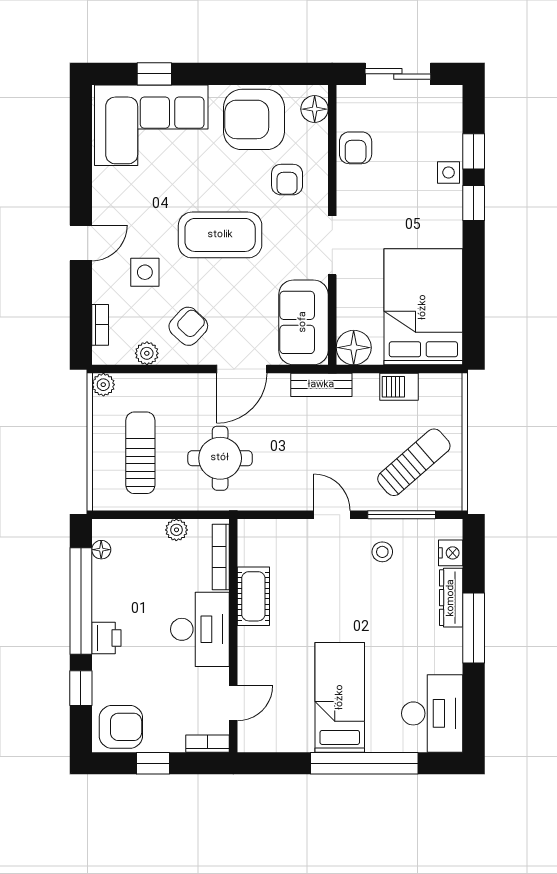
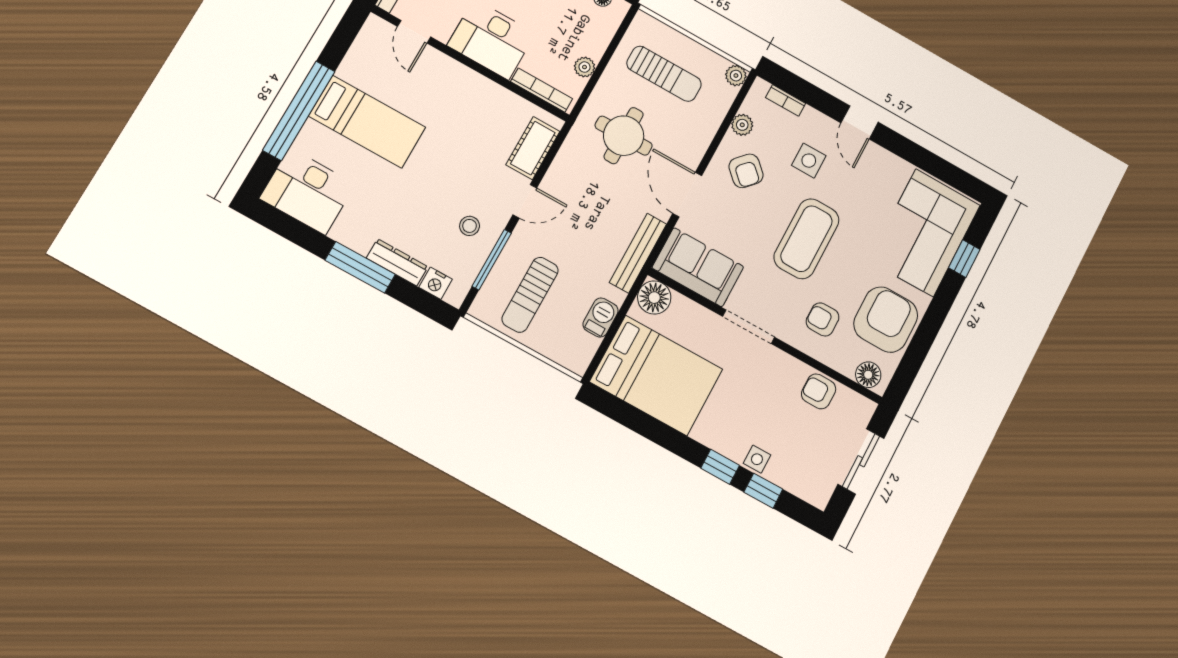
bench: (321, 385) -> (638, 253), width x1.36
sun lounger: (414, 462) -> (530, 295), turned 41
cot: (253, 596) -> (533, 148), moved, turned 90

